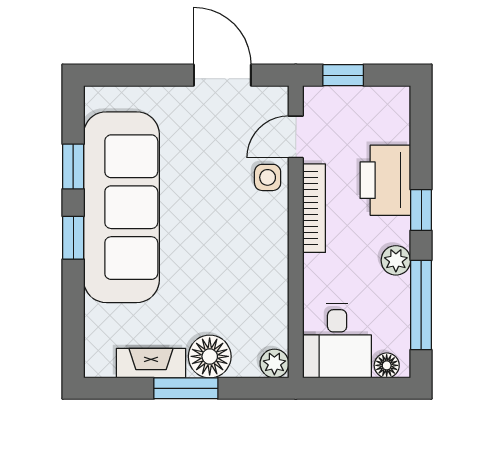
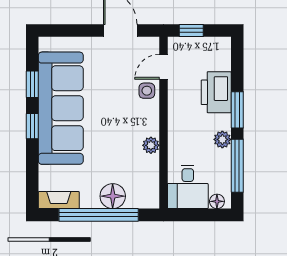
bookcase: (314, 208) -> (174, 109), removed
window: (421, 210) -> (237, 110), width x1.50
fireplace: (151, 363) -> (59, 200), moved
plant: (274, 363) -> (151, 145), moved
window: (186, 388) -> (99, 215), width x2.11

